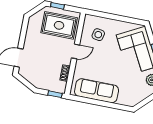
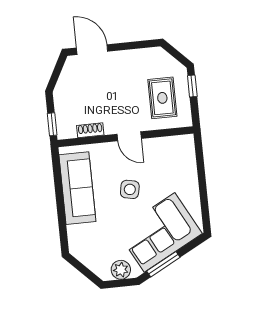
rug: (59, 25) -> (162, 98), width x0.73, depth x0.70
side table: (98, 35) -> (130, 189), moved

